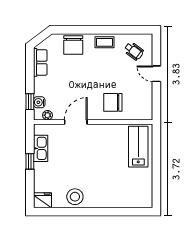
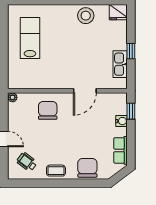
water cooler: (39, 102) -> (122, 121), moved
chair: (113, 102) -> (48, 110), turned -90
plant: (48, 115) -> (13, 97), moved
lab bench: (138, 147) -> (30, 38), moved, turned 180

